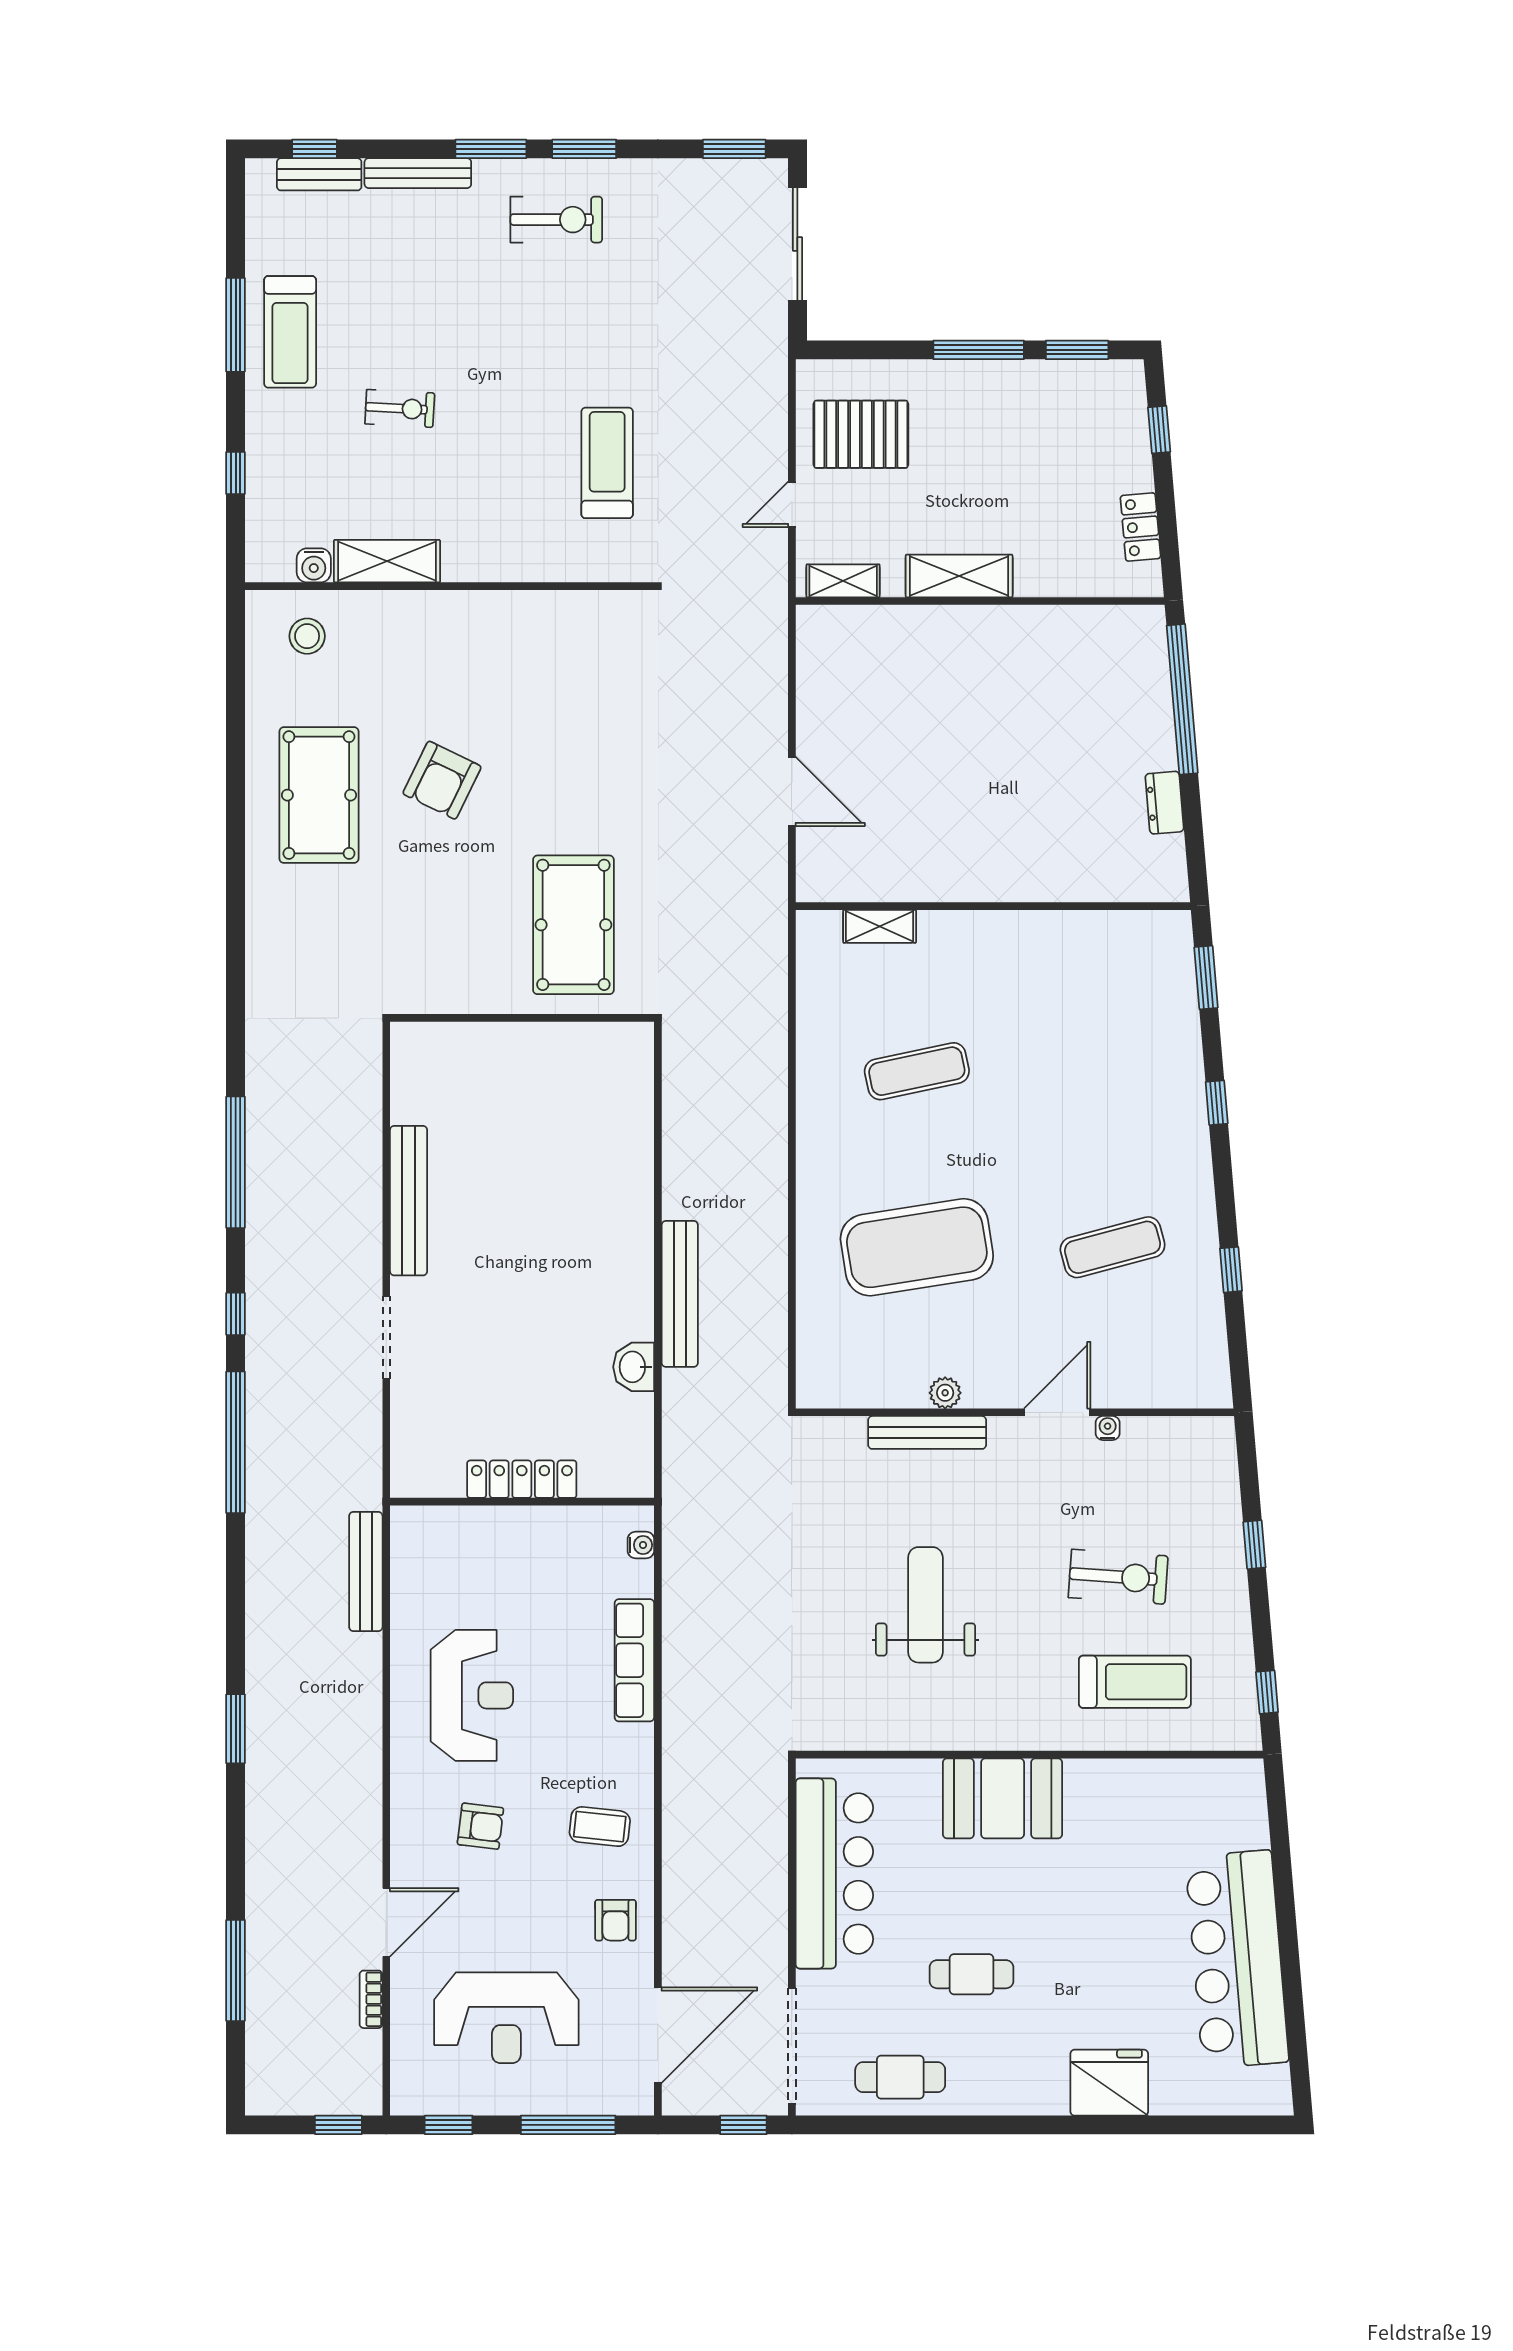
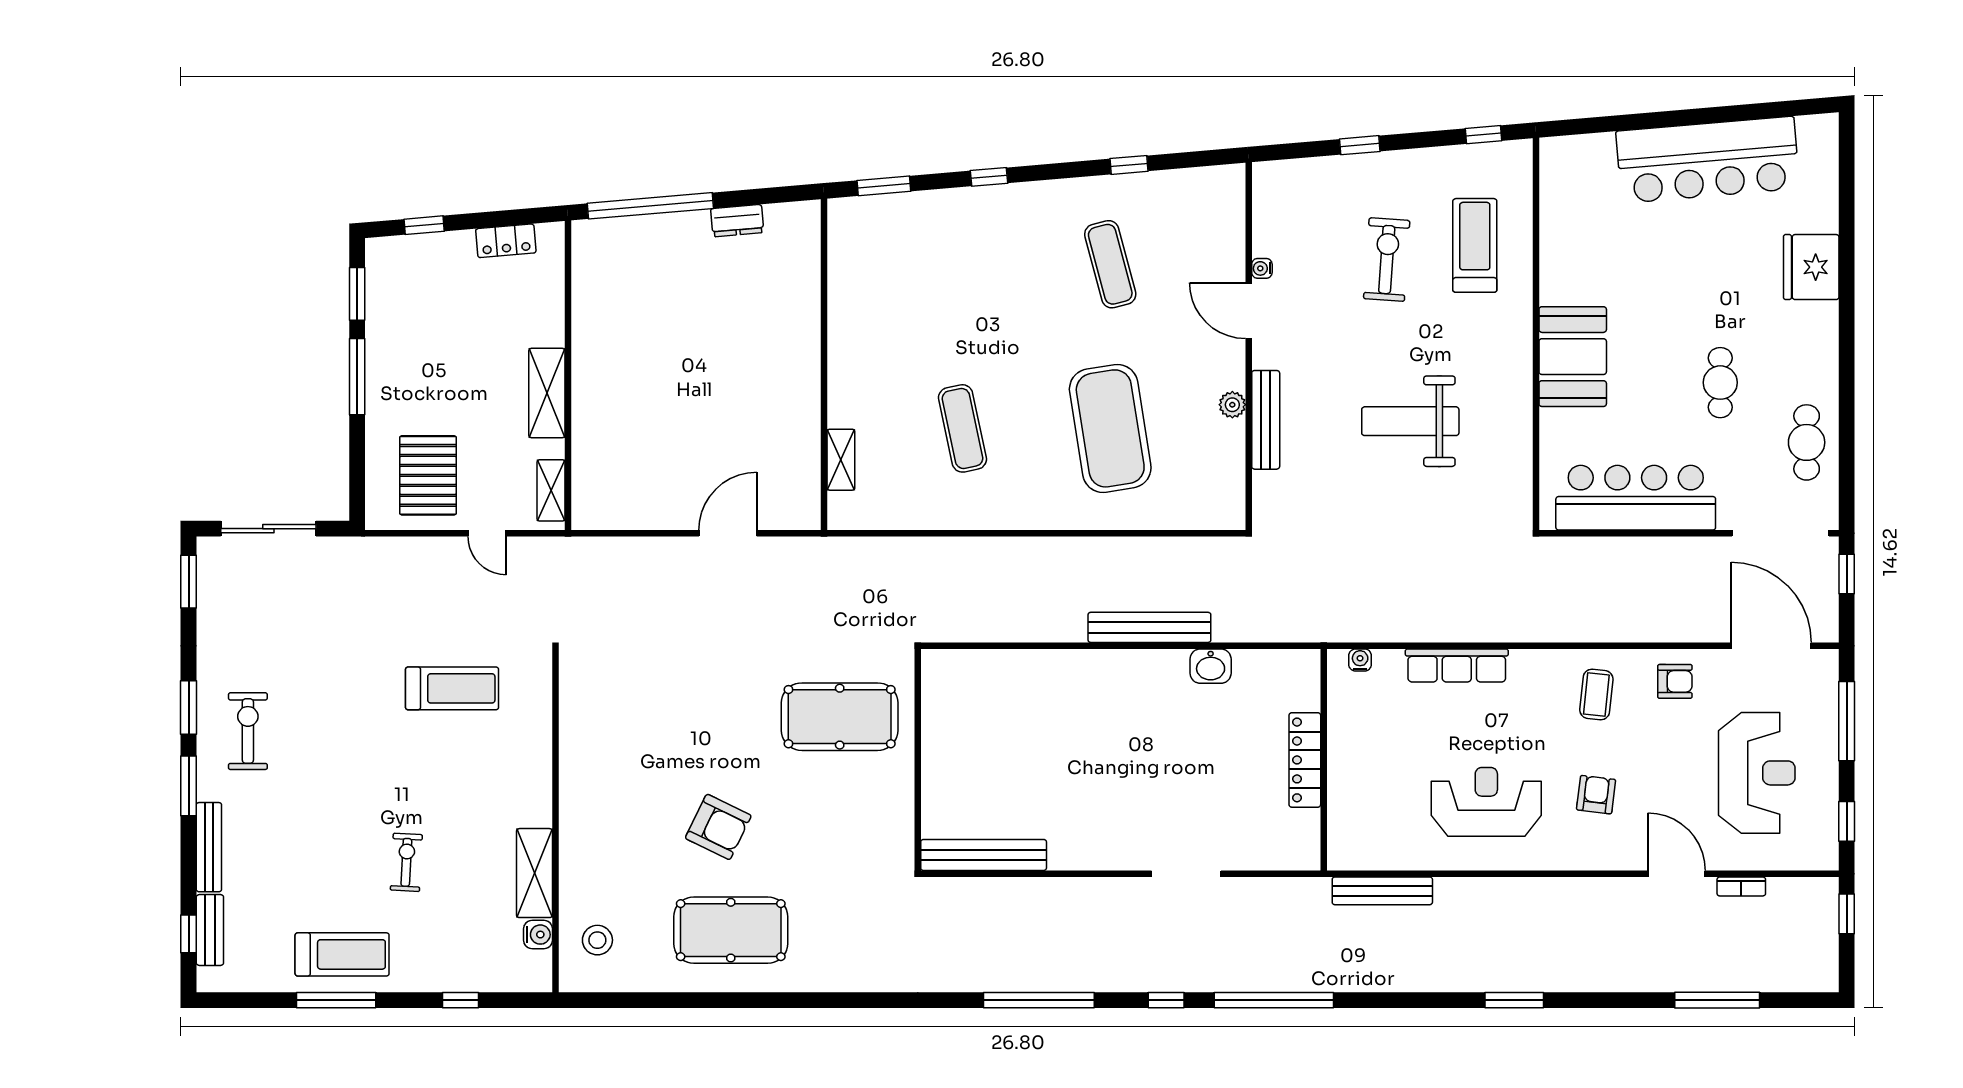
treadmill: (607, 463) -> (452, 688), turned 180
bench: (409, 1201) -> (984, 855), moved

